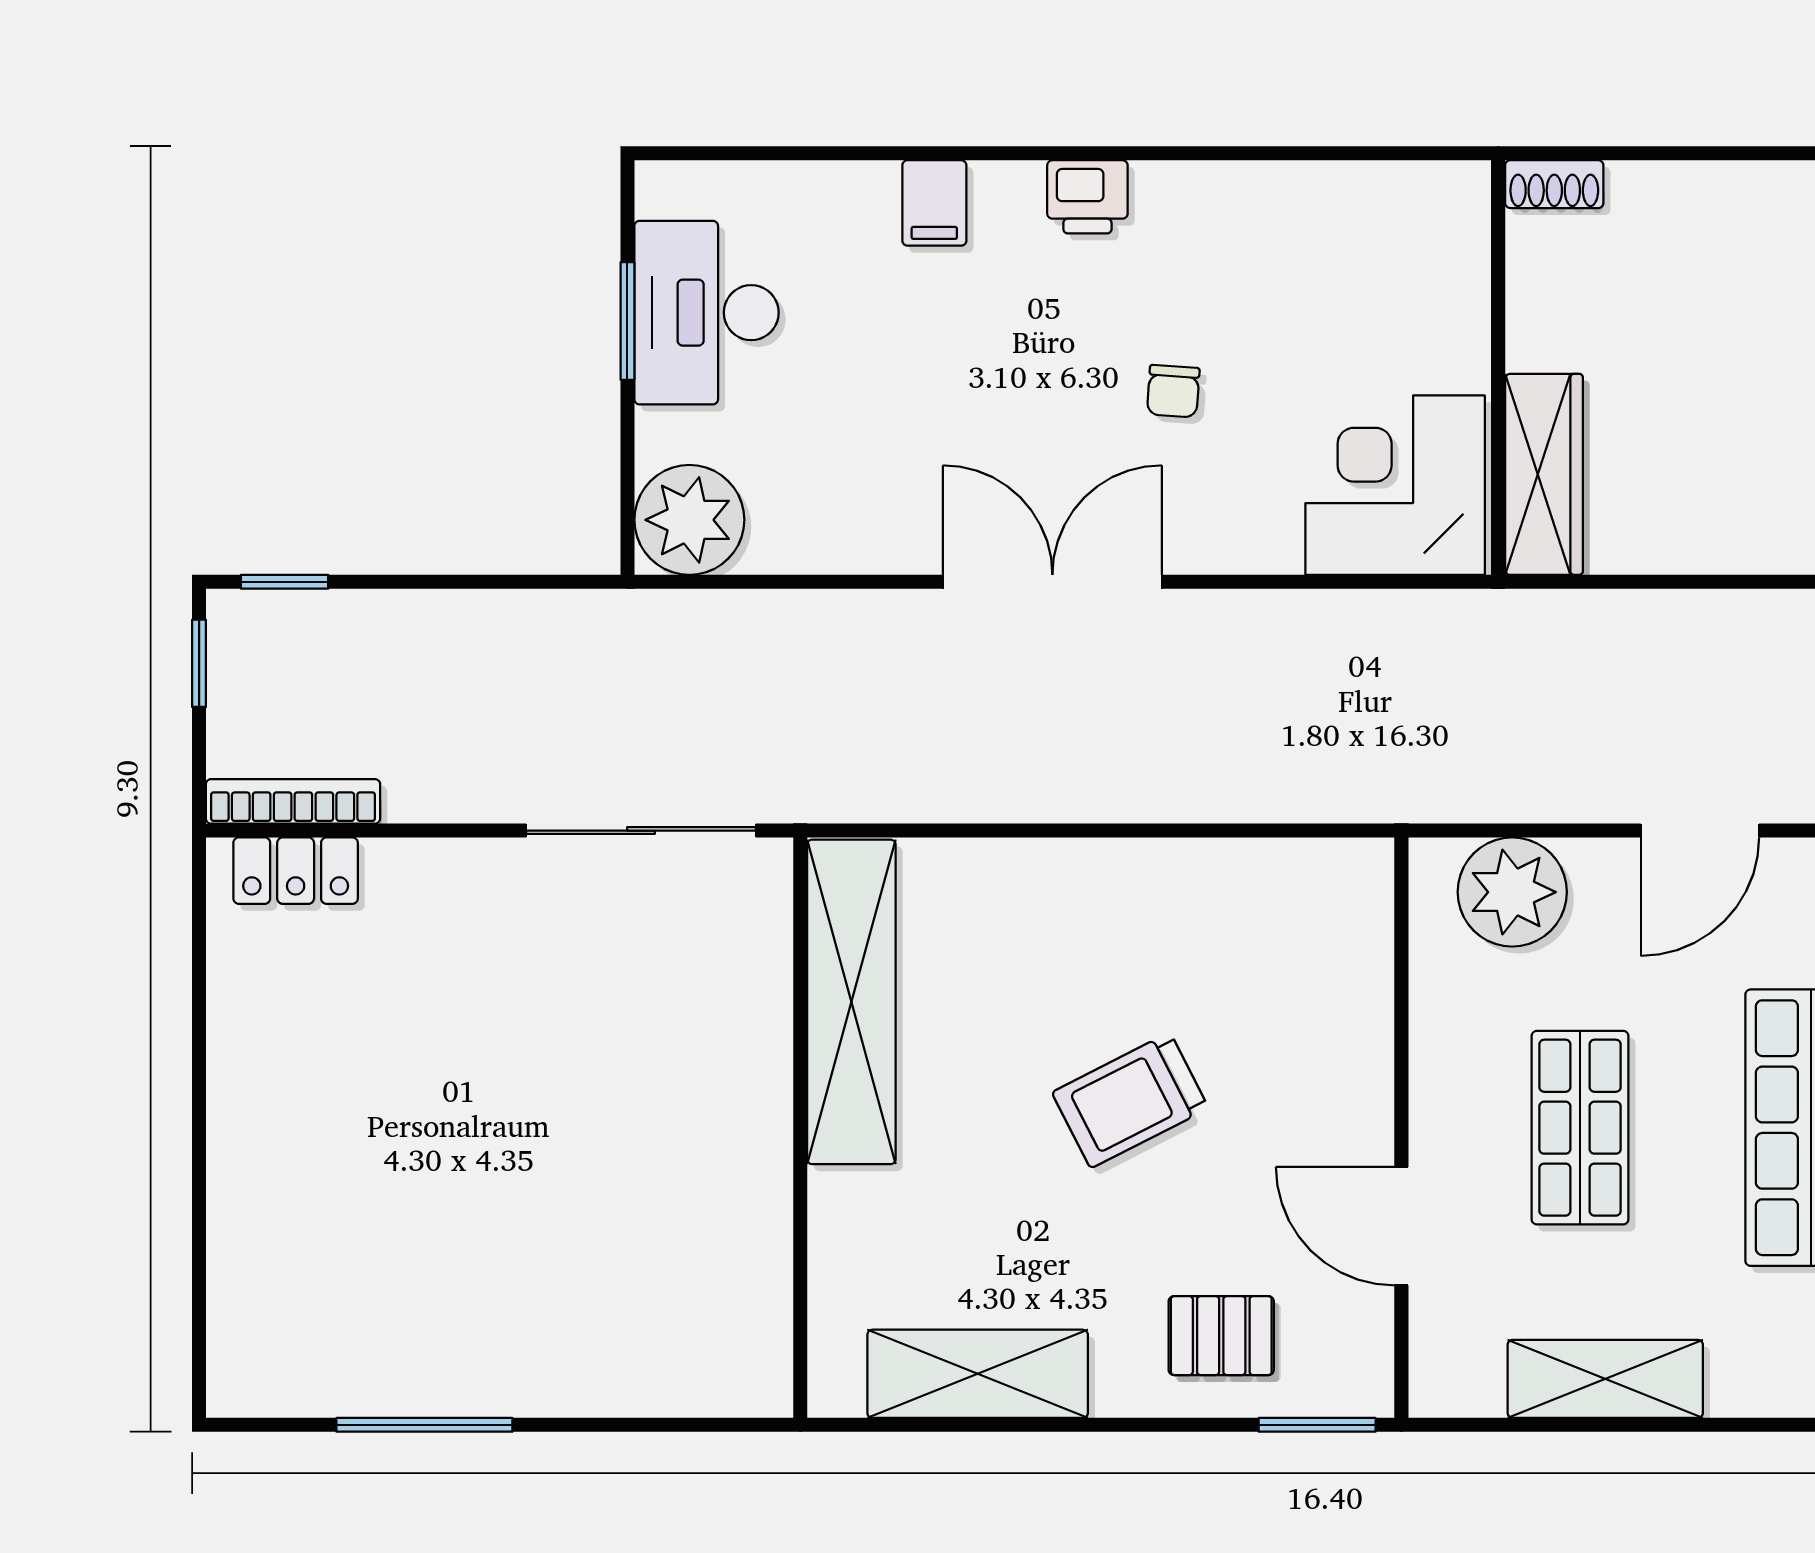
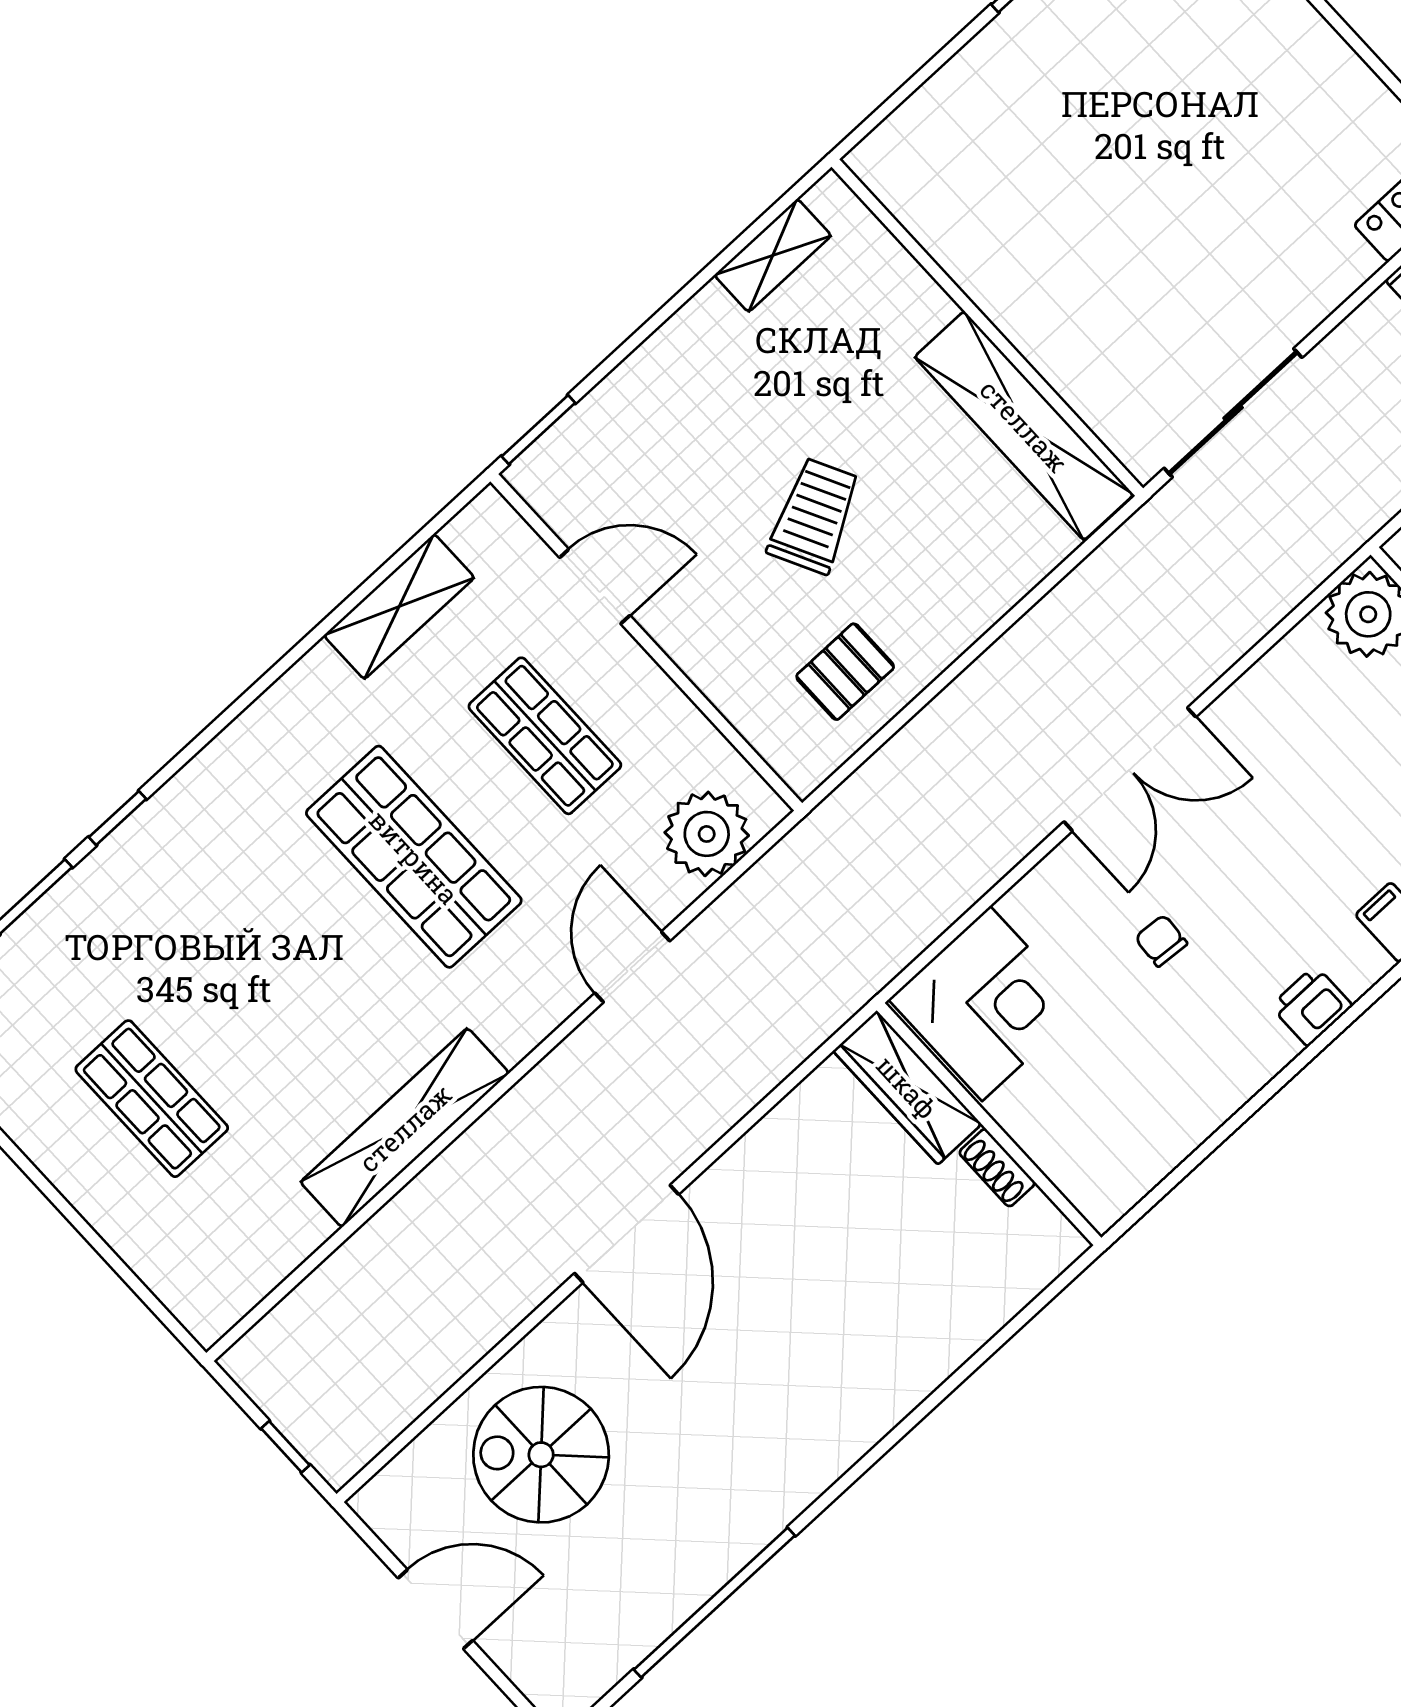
shoe rack: (1554, 184) -> (997, 1168), moved, turned -90
pallet: (1221, 1336) -> (845, 672), moved
shelving: (978, 1374) -> (773, 255), width x0.67, depth x0.75

